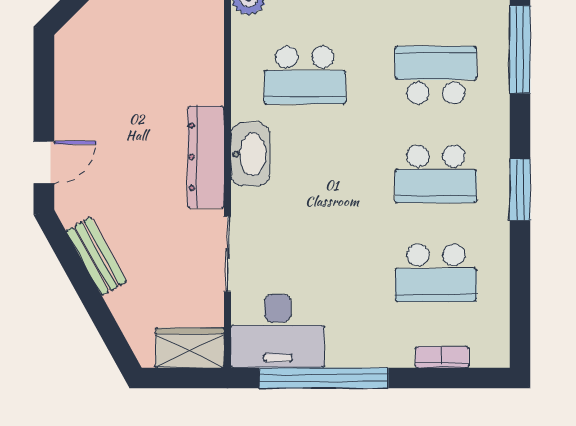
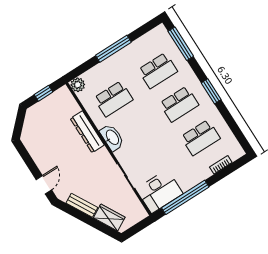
school desk: (436, 75) -> (158, 71), turned 180
dresser: (206, 157) -> (87, 132), moved
wardrobe: (190, 348) -> (109, 218), moved, turned 61

